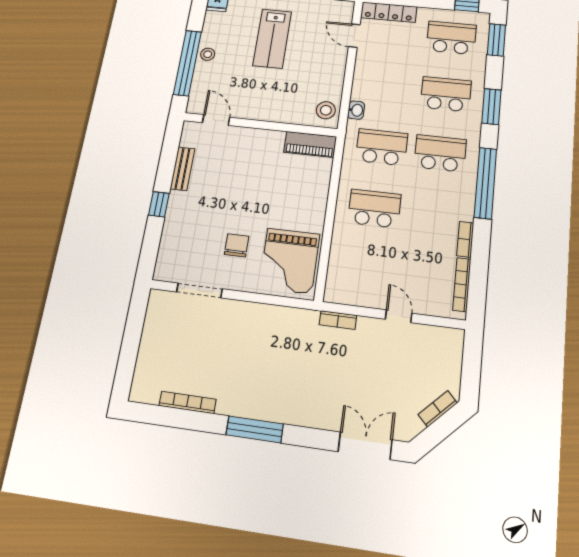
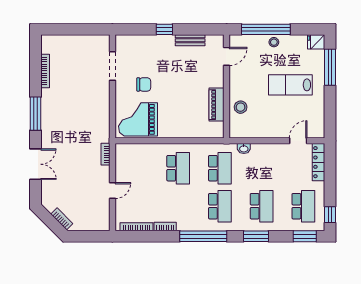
stool: (326, 110) -> (241, 107), moved
piano: (310, 144) -> (216, 105), moved
double door: (365, 446) -> (35, 164), moved

